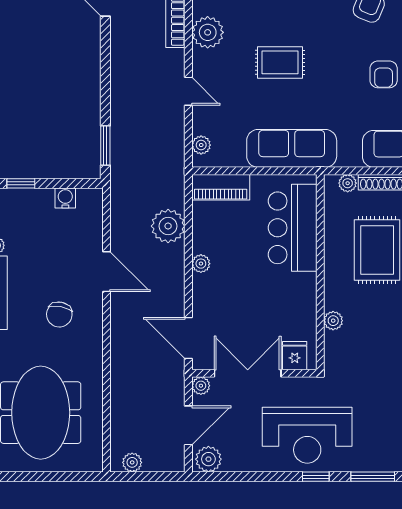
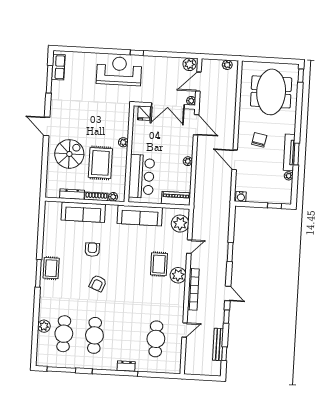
rug: (280, 62) -> (159, 264), moved, turned 90
door: (188, 91) -> (189, 247), swing flipped
plant: (201, 145) -> (180, 224), width x1.88, depth x1.88
window: (105, 146) -> (230, 252), moved
water cooler: (65, 198) -> (241, 197), moved
plant: (168, 226) -> (203, 181), removed
plant: (333, 321) -> (123, 142), moved
reception desk: (307, 435) -> (119, 71), moved
window: (373, 477) -> (109, 51), removed

